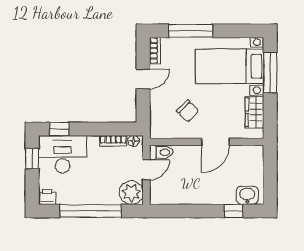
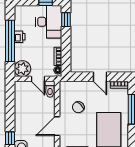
door: (216, 142) -> (57, 126), hinge flipped
printer: (47, 197) -> (20, 37), moved

